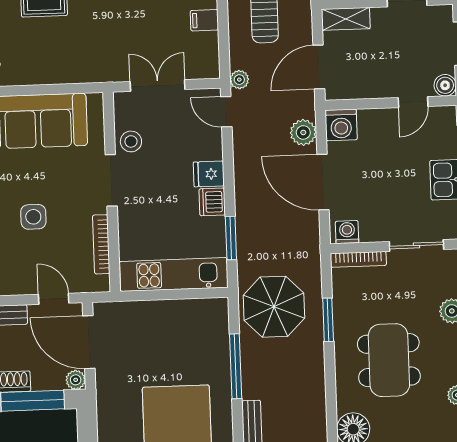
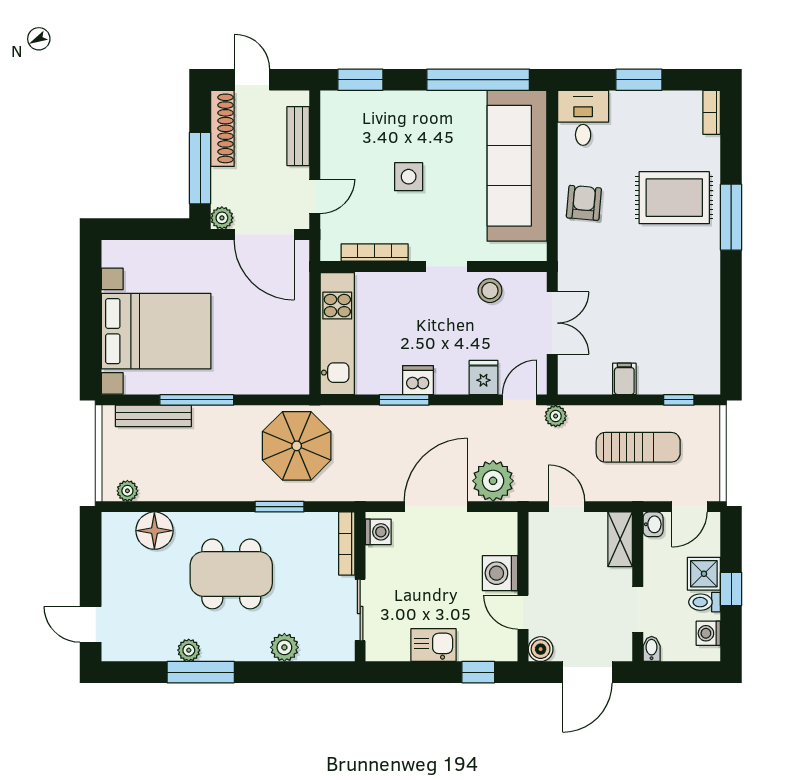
armchair: (51, 62) -> (584, 203), added
door: (319, 67) -> (567, 507), width x0.73
washing machine: (341, 125) -> (500, 573), moved
plant: (303, 132) -> (493, 481), width x1.36, depth x1.36
fridge: (209, 174) -> (483, 377), moved
doorway: (111, 180) -> (447, 266), width x0.73
window: (231, 238) -> (404, 400), moved
door: (89, 342) -> (264, 234), swing flipped
window: (236, 366) -> (197, 400), moved

